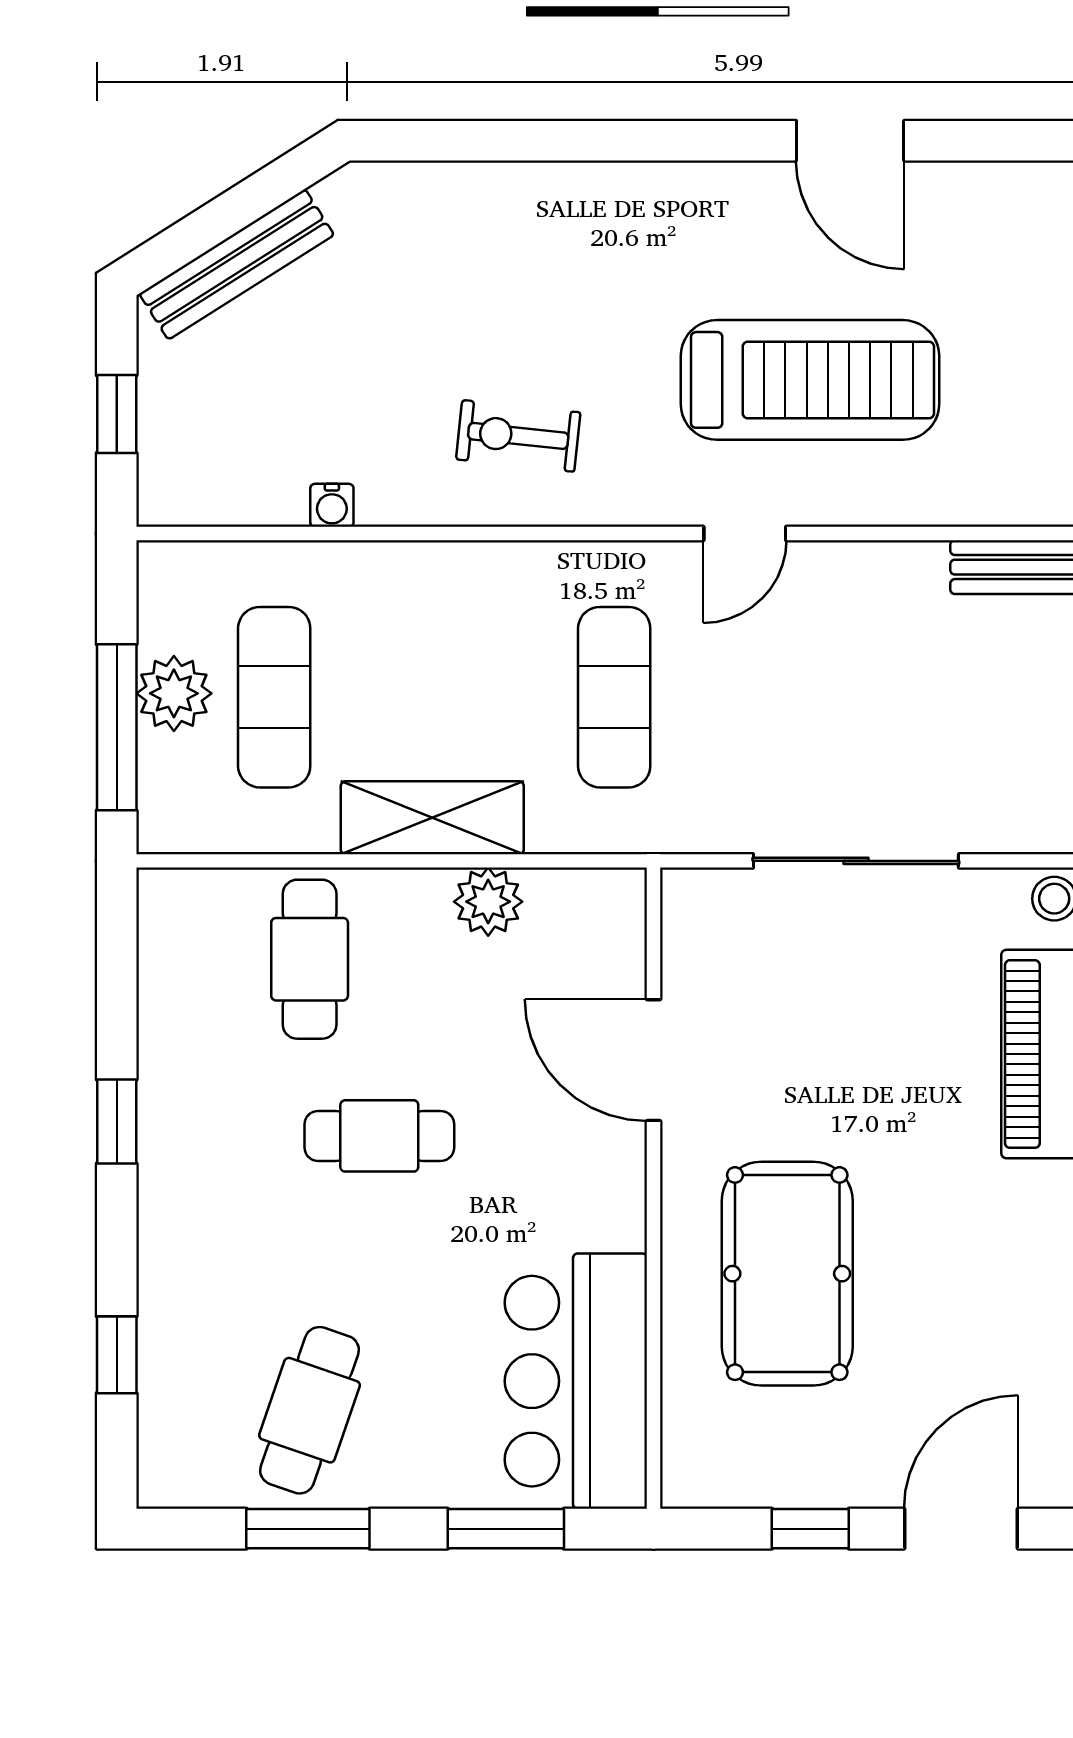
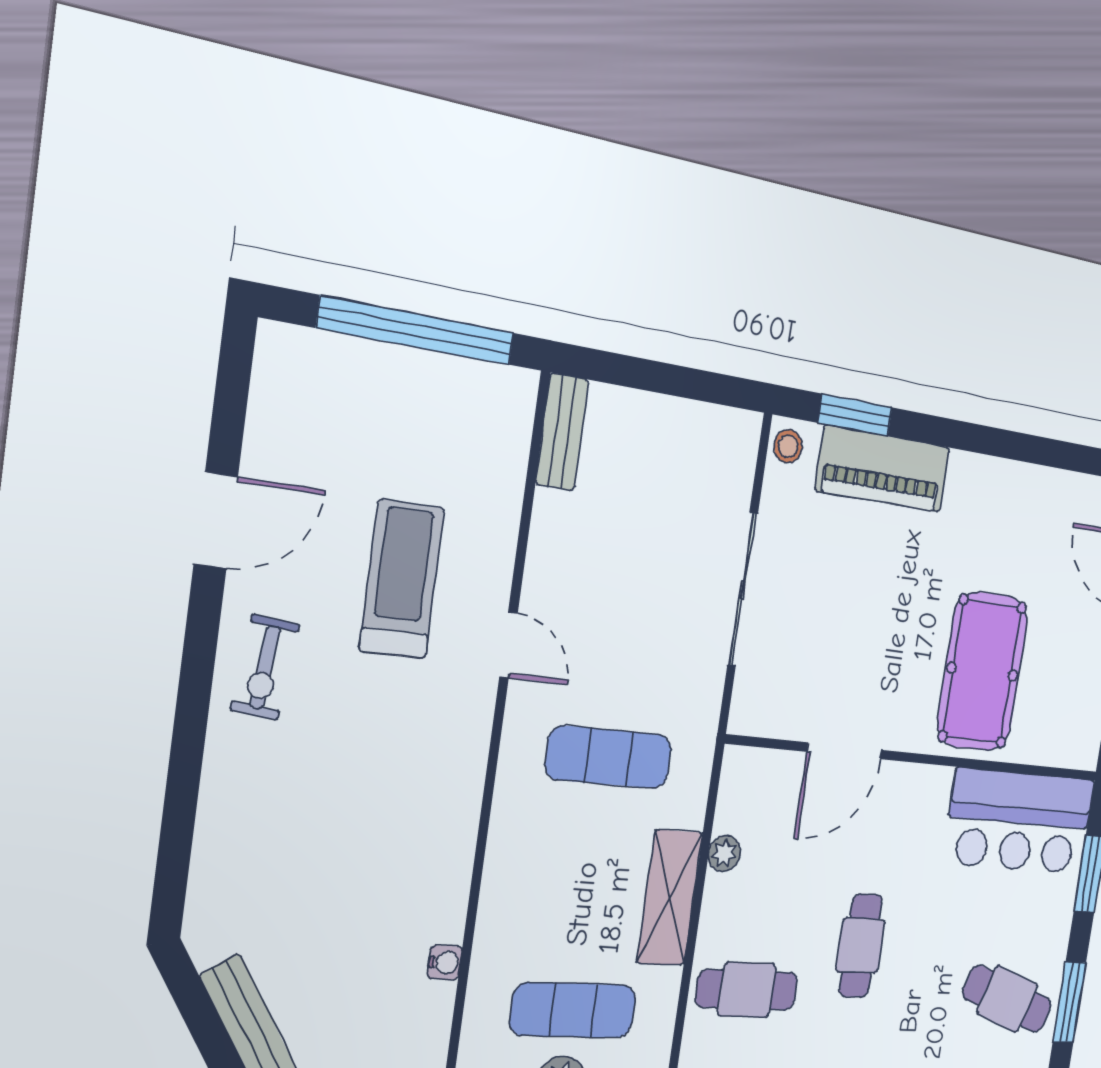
treadmill: (810, 380) -> (402, 579), width x0.73, depth x0.73
exercise bike: (518, 436) -> (265, 667), moved
plant: (488, 902) -> (724, 854), width x0.73, depth x0.73
pool table: (787, 1274) -> (982, 672), turned 90

